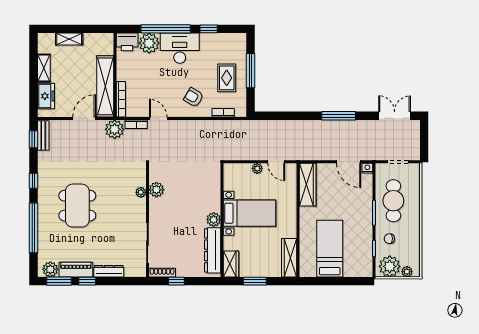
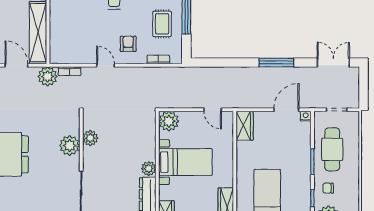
armchair: (194, 97) -> (128, 44), turned 59
bookcase: (121, 99) -> (54, 46), removed
door: (84, 118) -> (16, 65), hinge flipped
door: (158, 118) -> (106, 65), moved
door: (349, 162) -> (287, 110), swing flipped
plant: (257, 168) -> (169, 121), moved, width x1.88, depth x1.88
wardrobe: (308, 185) -> (245, 126), width x0.67
plant: (141, 192) -> (70, 146), width x1.88, depth x1.88

